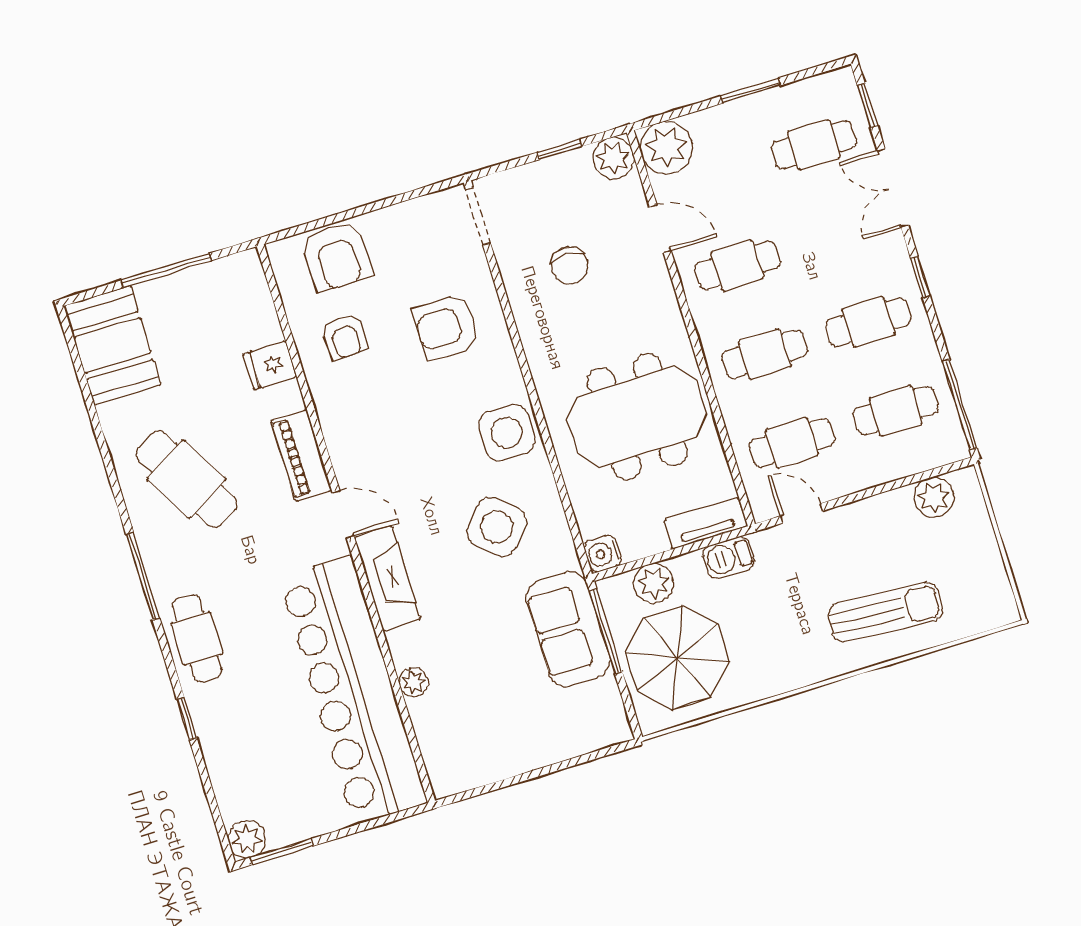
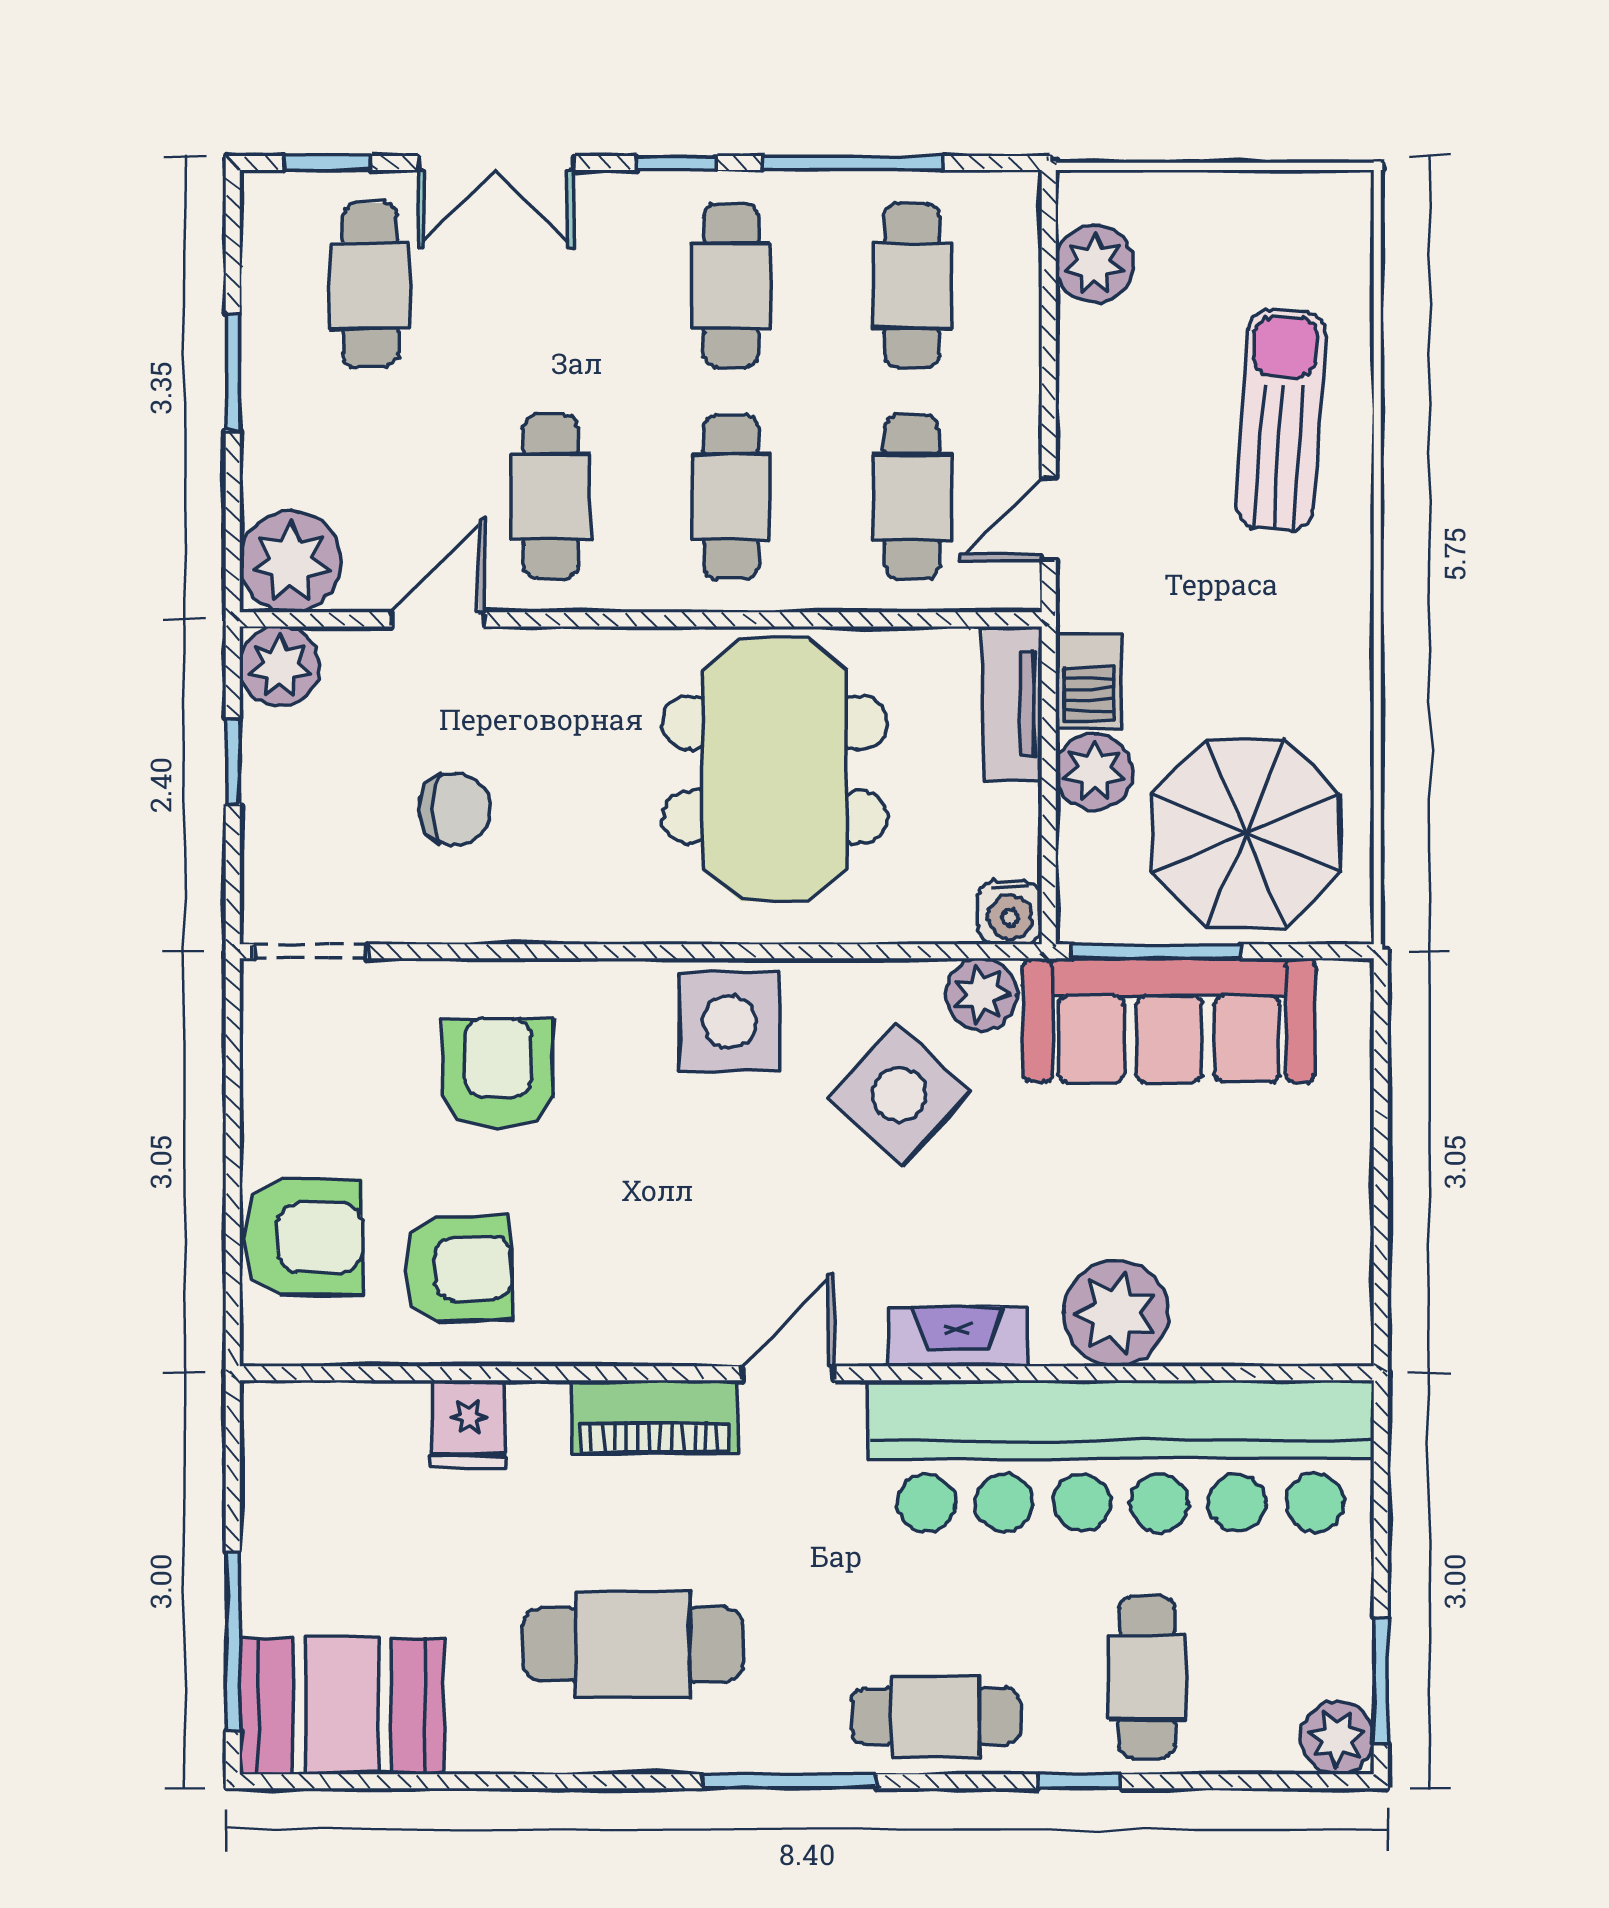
window: (166, 270) -> (233, 1642), moved
armchair: (446, 327) -> (498, 1073), turned 180
armchair: (345, 337) -> (458, 1269), width x1.38, depth x1.38
window: (960, 405) -> (853, 163), moved
cafe table: (187, 479) -> (633, 1645), turned 30
plant: (558, 552) -> (982, 994), added
fireplace: (388, 578) -> (958, 1336), width x0.73, depth x0.76
plant: (654, 583) -> (1094, 772), moved
sofa: (568, 629) -> (1169, 1020), width x1.36
plant: (414, 682) -> (1116, 1313), width x1.87, depth x1.87
cafe table: (248, 736) -> (1147, 1677), added

